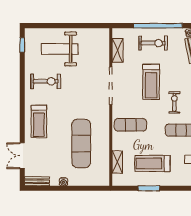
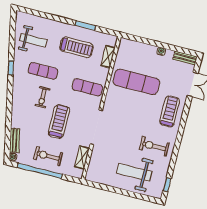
weight bench: (60, 49) -> (134, 172), turned 180
exercise mat: (81, 143) -> (136, 82), turned 90

